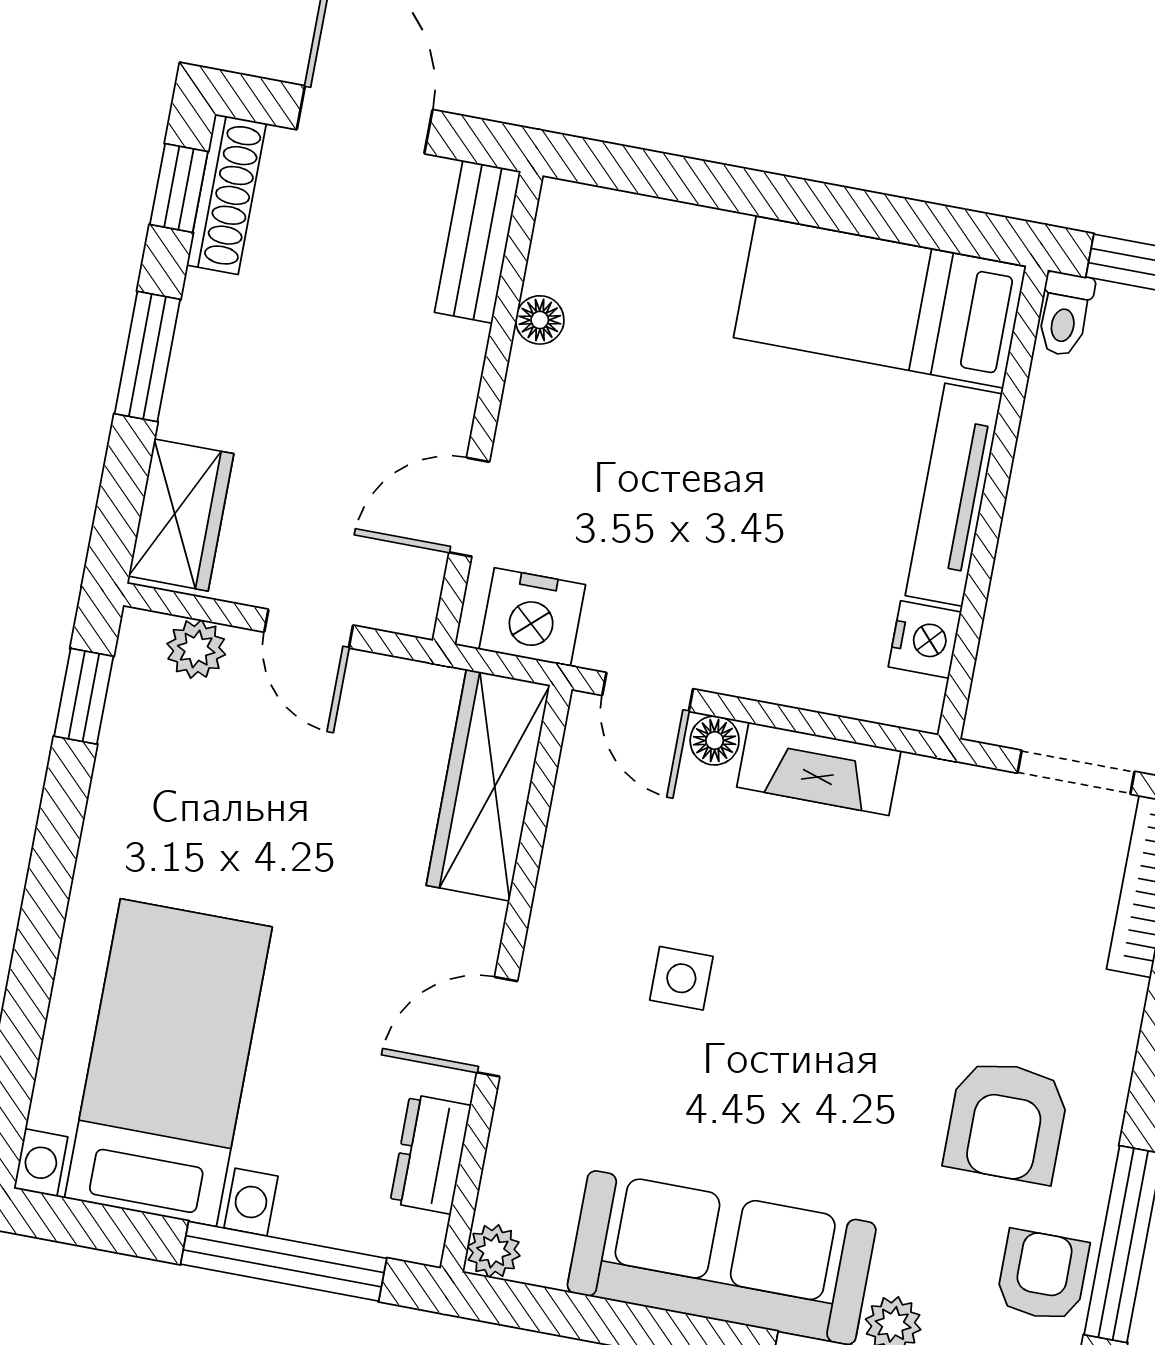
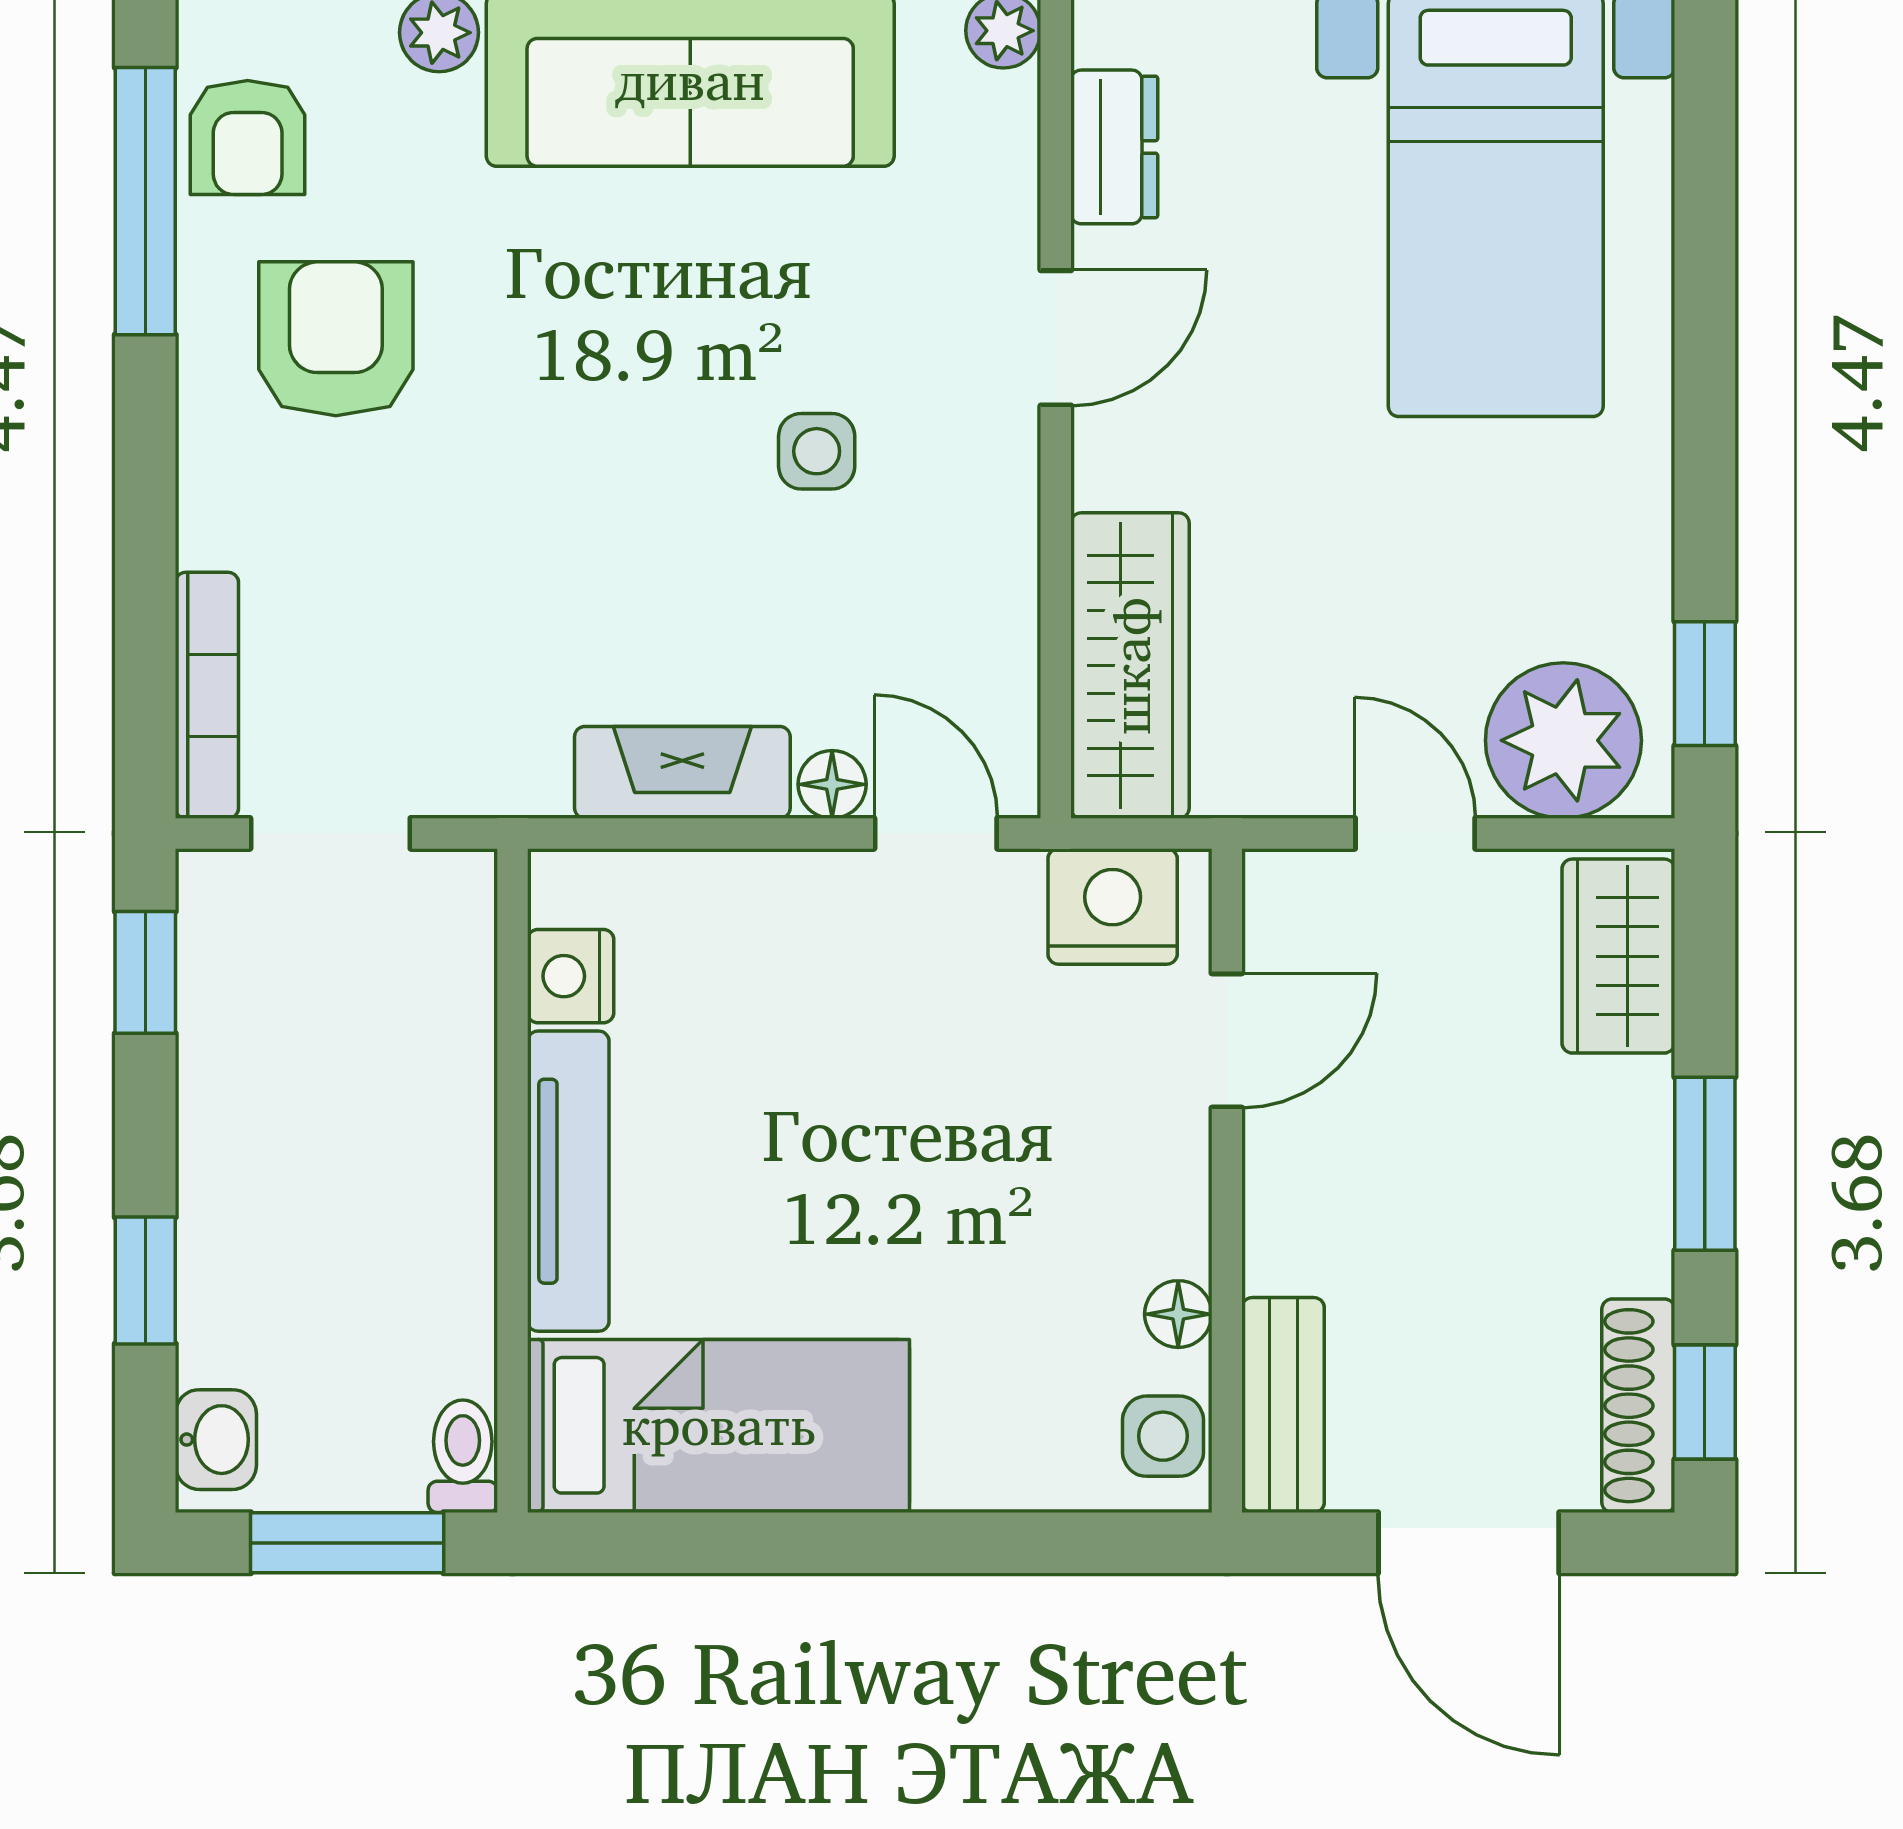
side table: (567, 236) -> (1163, 1436), added
plant: (196, 649) -> (1563, 740), width x1.88, depth x1.88

